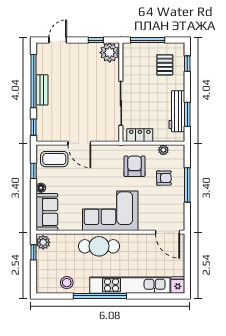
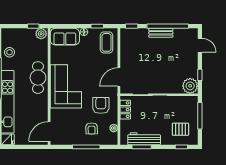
door: (79, 143) -> (119, 77), moved
armchair: (134, 166) -> (101, 105), turned -90

